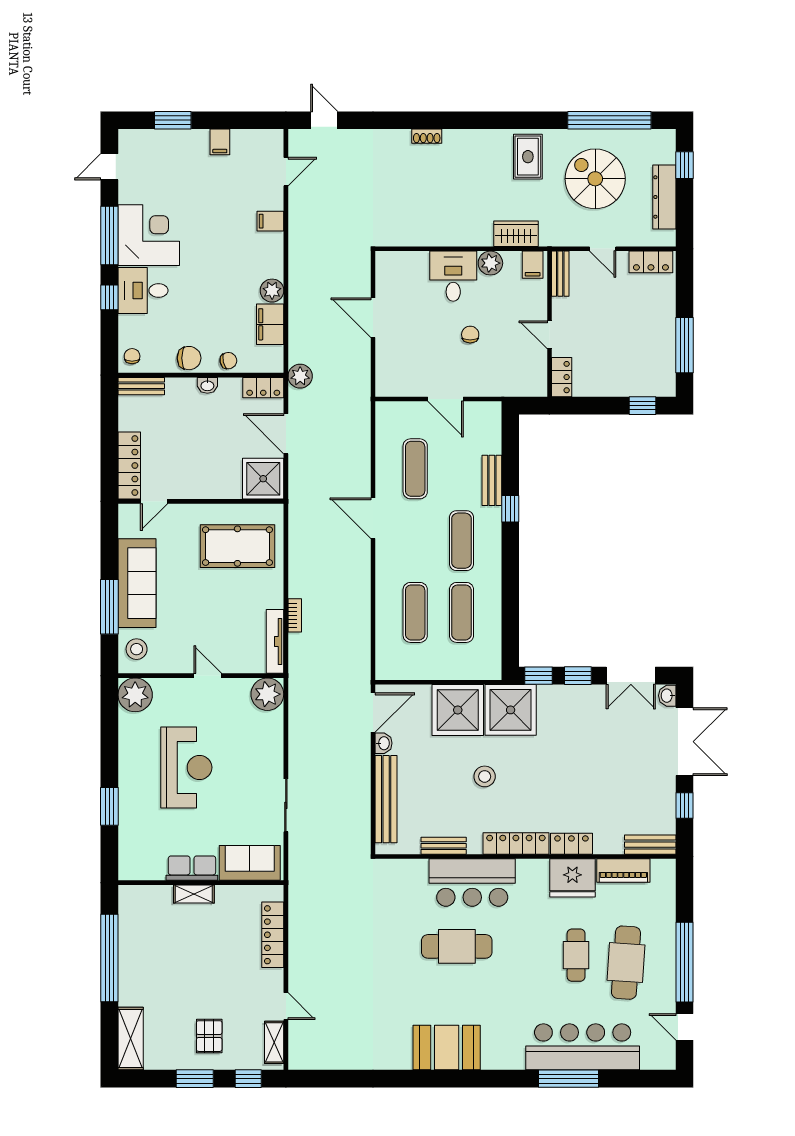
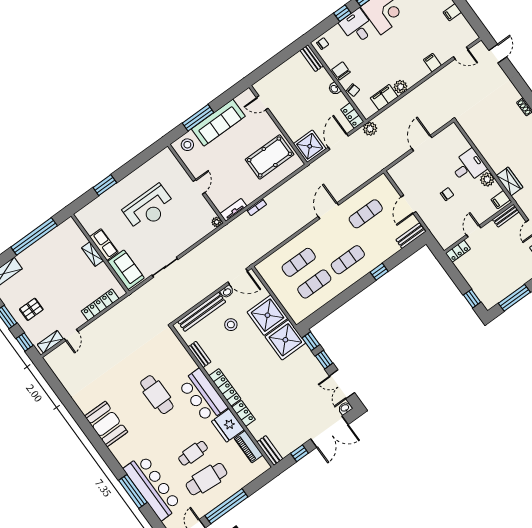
chair: (189, 358) -> (341, 71), turned 180
locker: (129, 466) -> (271, 79), removed
bench: (492, 480) -> (411, 236), moved
pool table: (237, 546) -> (270, 157), turned 90
tv unit: (275, 641) -> (233, 210), width x0.71
plant: (267, 694) -> (217, 222), width x0.53, depth x0.53
plant: (135, 695) -> (166, 160), removed
stool: (485, 776) -> (231, 325), moved
bar counter: (472, 883) -> (203, 396), moved

